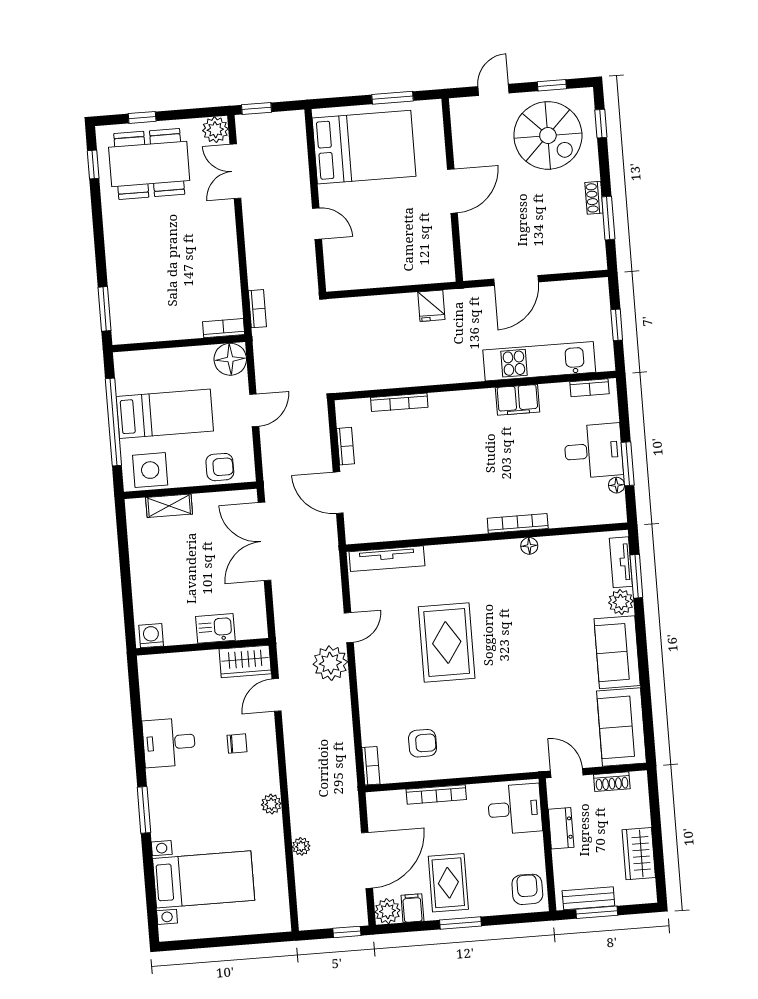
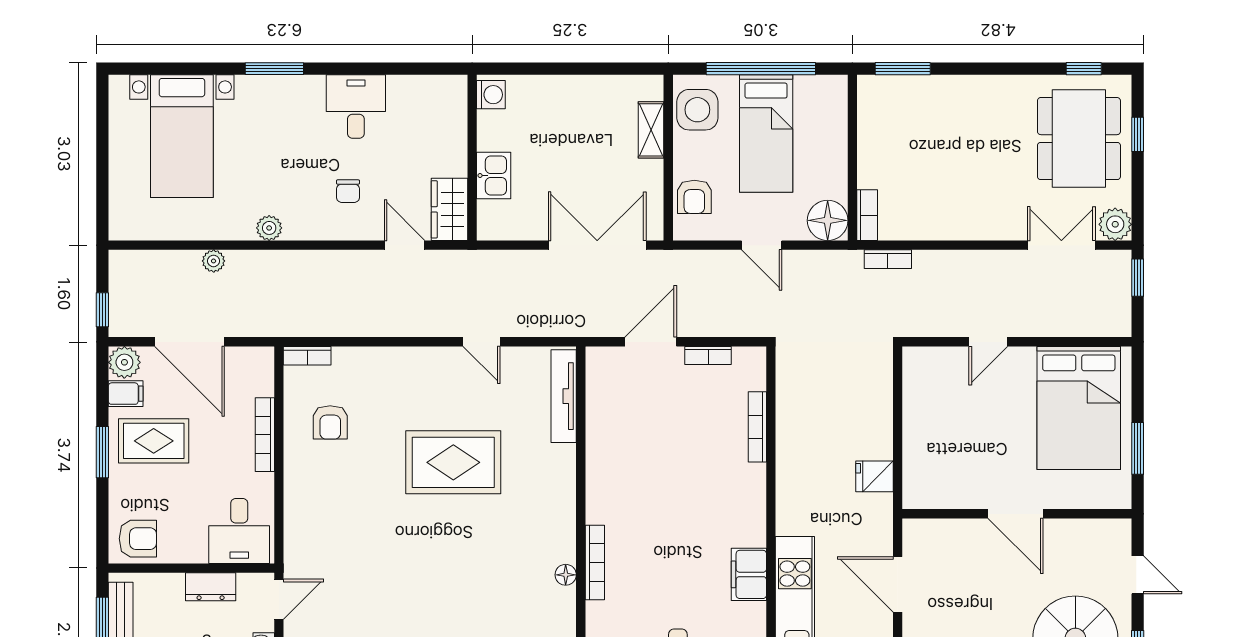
plant: (330, 663) -> (439, 315), removed

